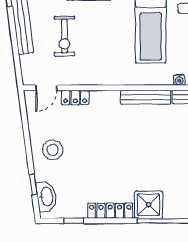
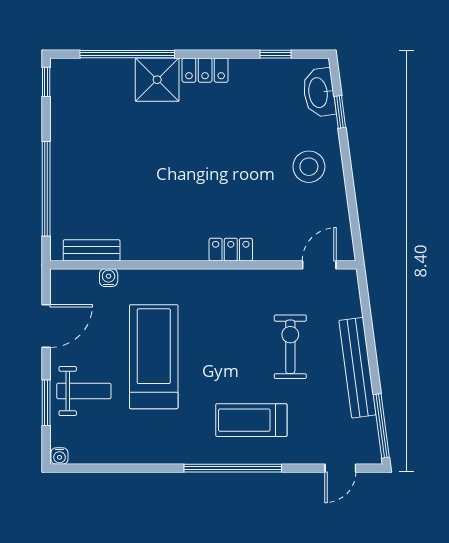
locker: (75, 97) -> (231, 250), moved
bench: (146, 97) -> (162, 250), removed
locker: (110, 211) -> (205, 70), width x0.66

